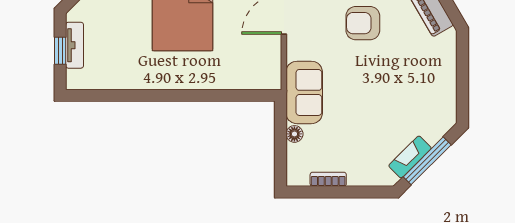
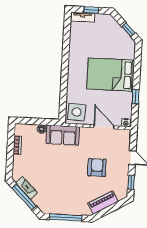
tv unit: (75, 45) -> (83, 17), moved
side table: (258, 68) -> (77, 112), added
window: (463, 78) -> (66, 217), added

